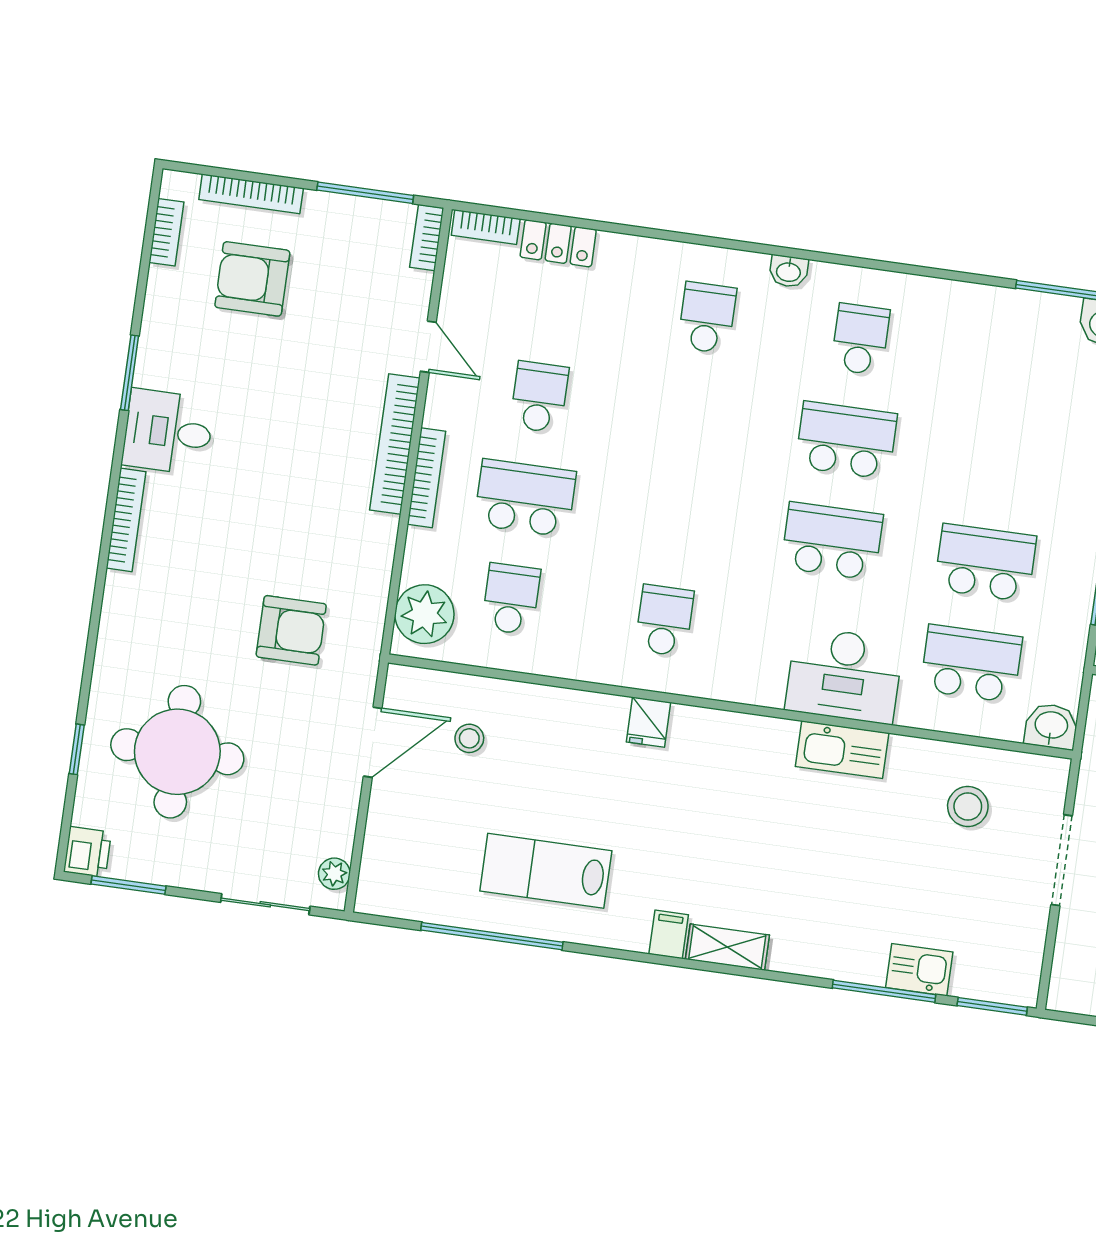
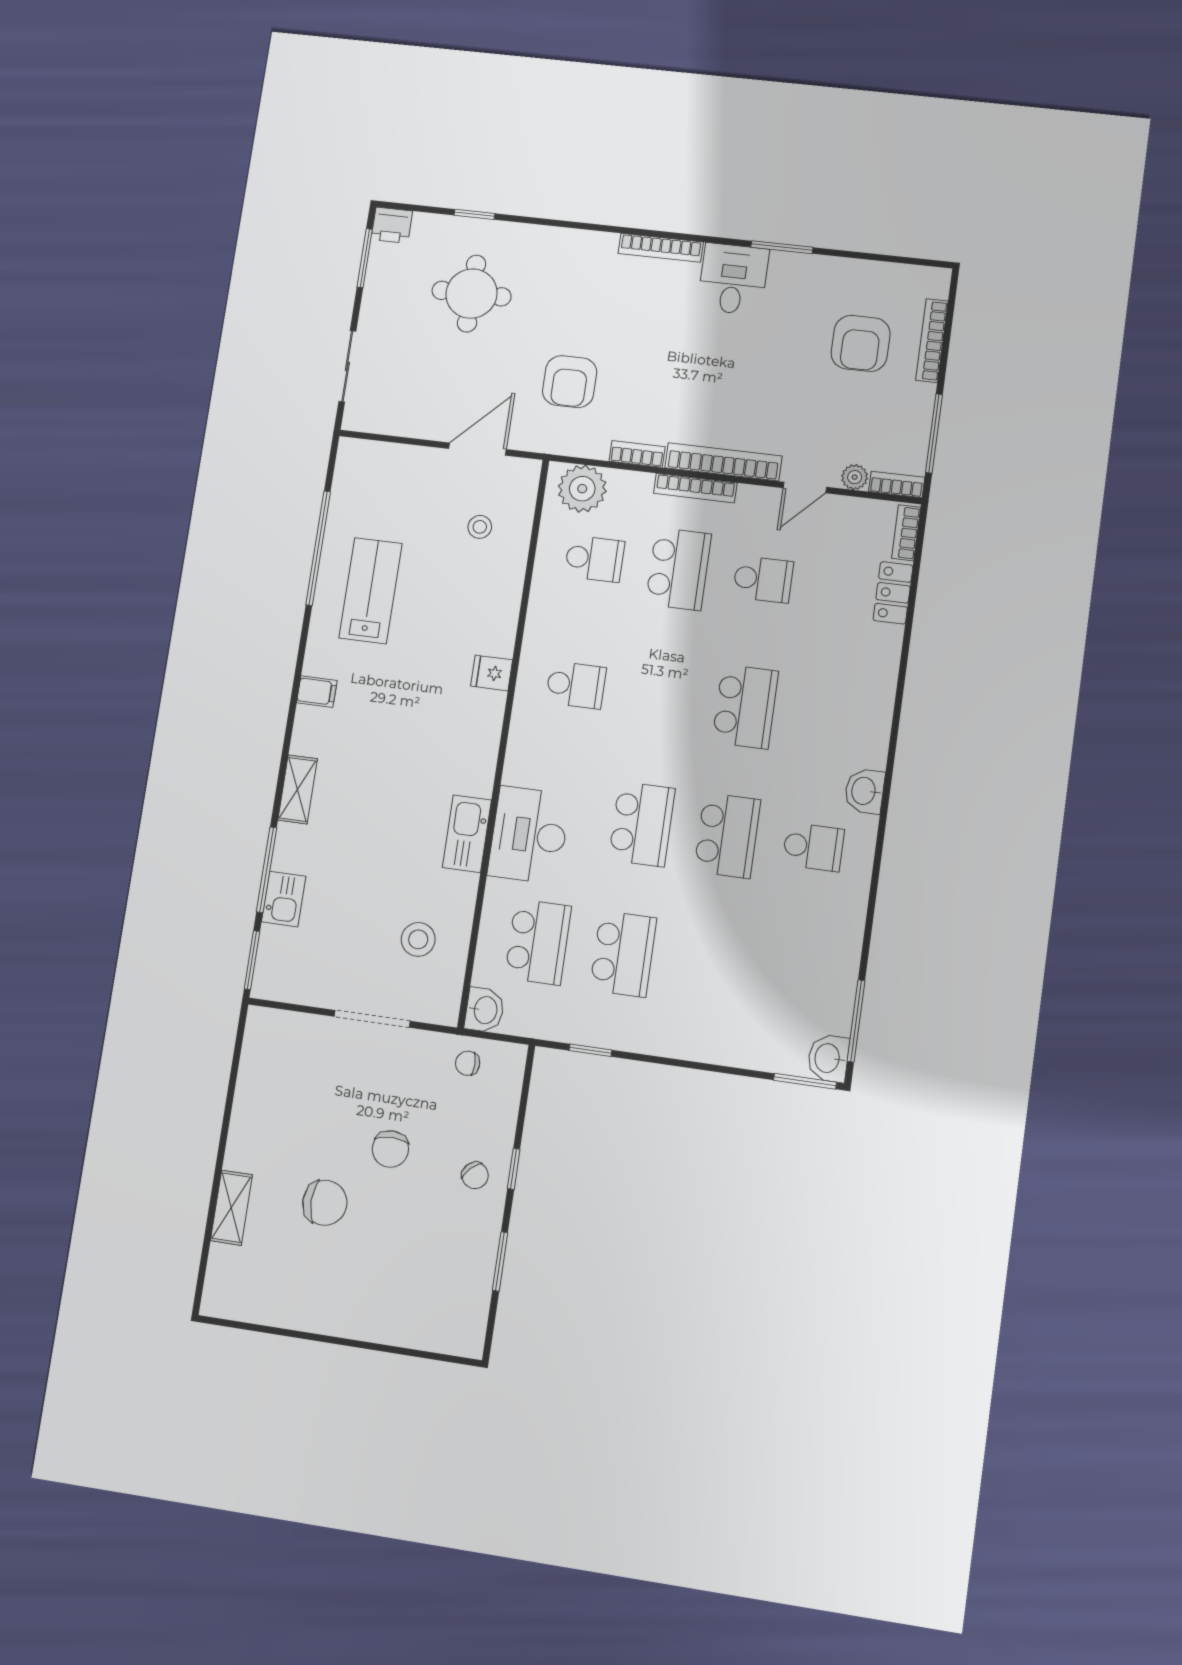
bookcase: (166, 232) -> (637, 454), moved, turned 180
washbasin: (789, 271) -> (865, 791), width x1.38, depth x1.45
armchair: (252, 279) -> (861, 343), turned 180
school desk: (707, 318) -> (745, 707), moved, width x1.85
door: (373, 742) -> (477, 449), swing flipped
round table: (177, 752) -> (472, 294), width x0.73, depth x0.73
plant: (334, 874) -> (855, 477), moved
shelving: (727, 947) -> (298, 789), moved

